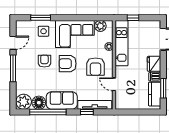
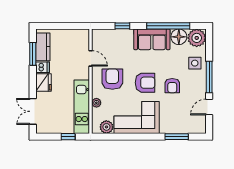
side table: (44, 31) -> (195, 63), moved
tv unit: (95, 105) -> (113, 34), removed

